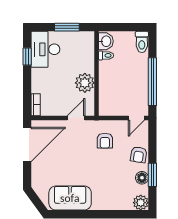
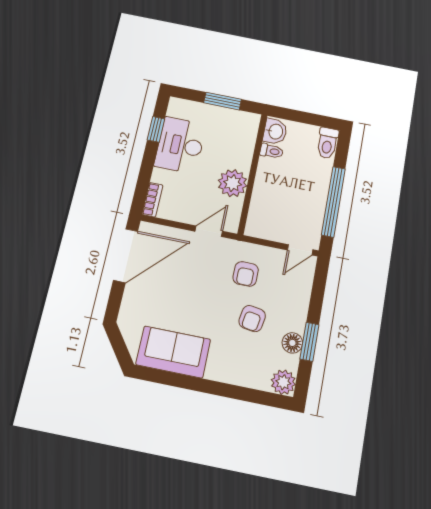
desk: (45, 49) -> (180, 145), moved
armchair: (139, 155) -> (252, 319), moved

